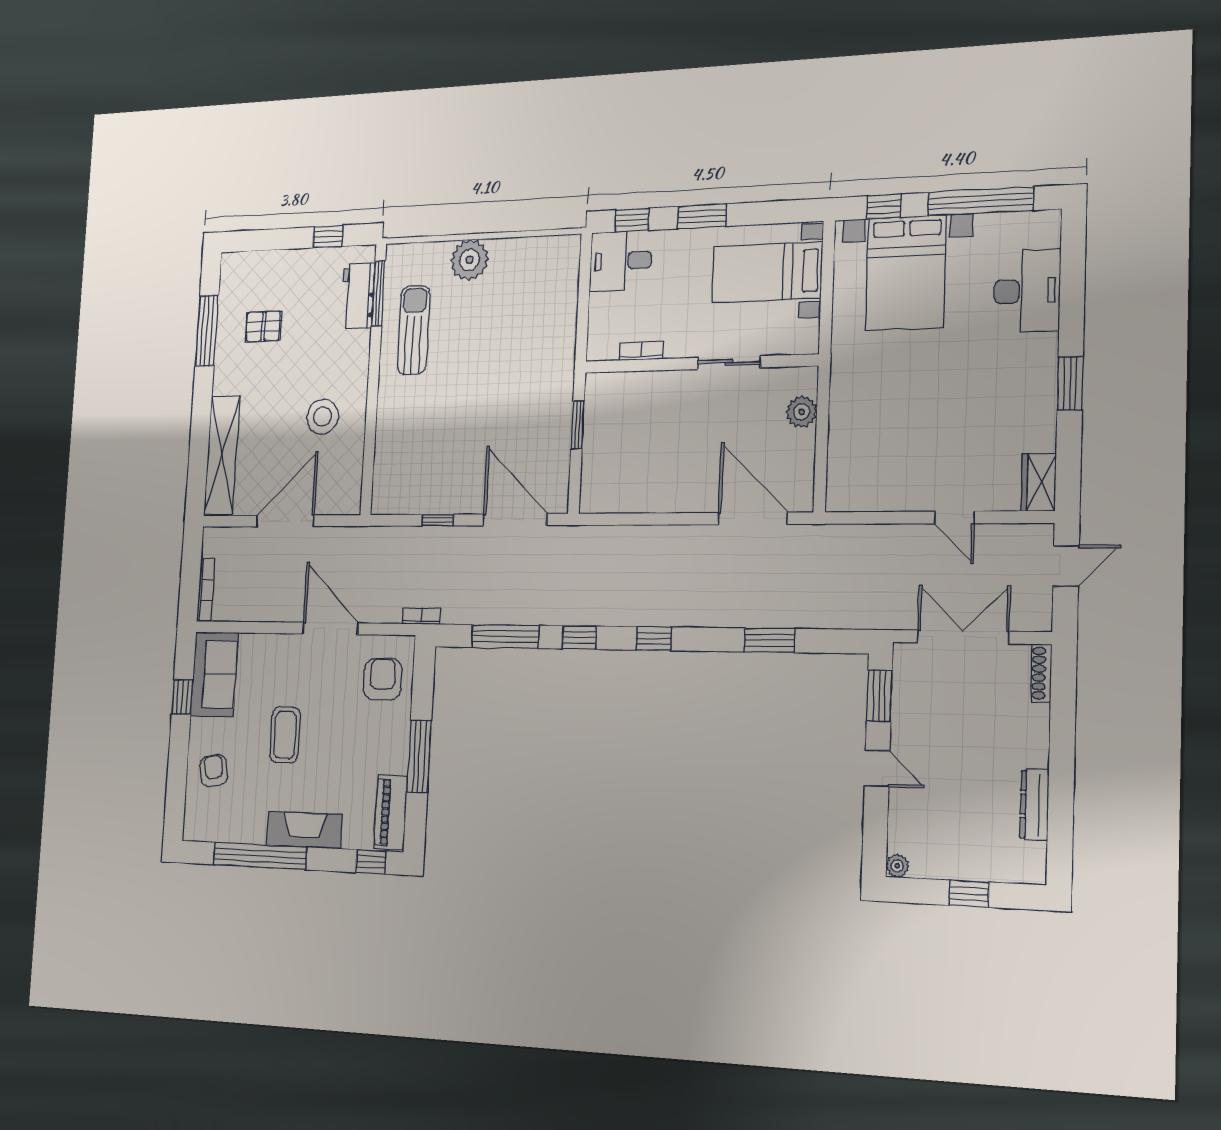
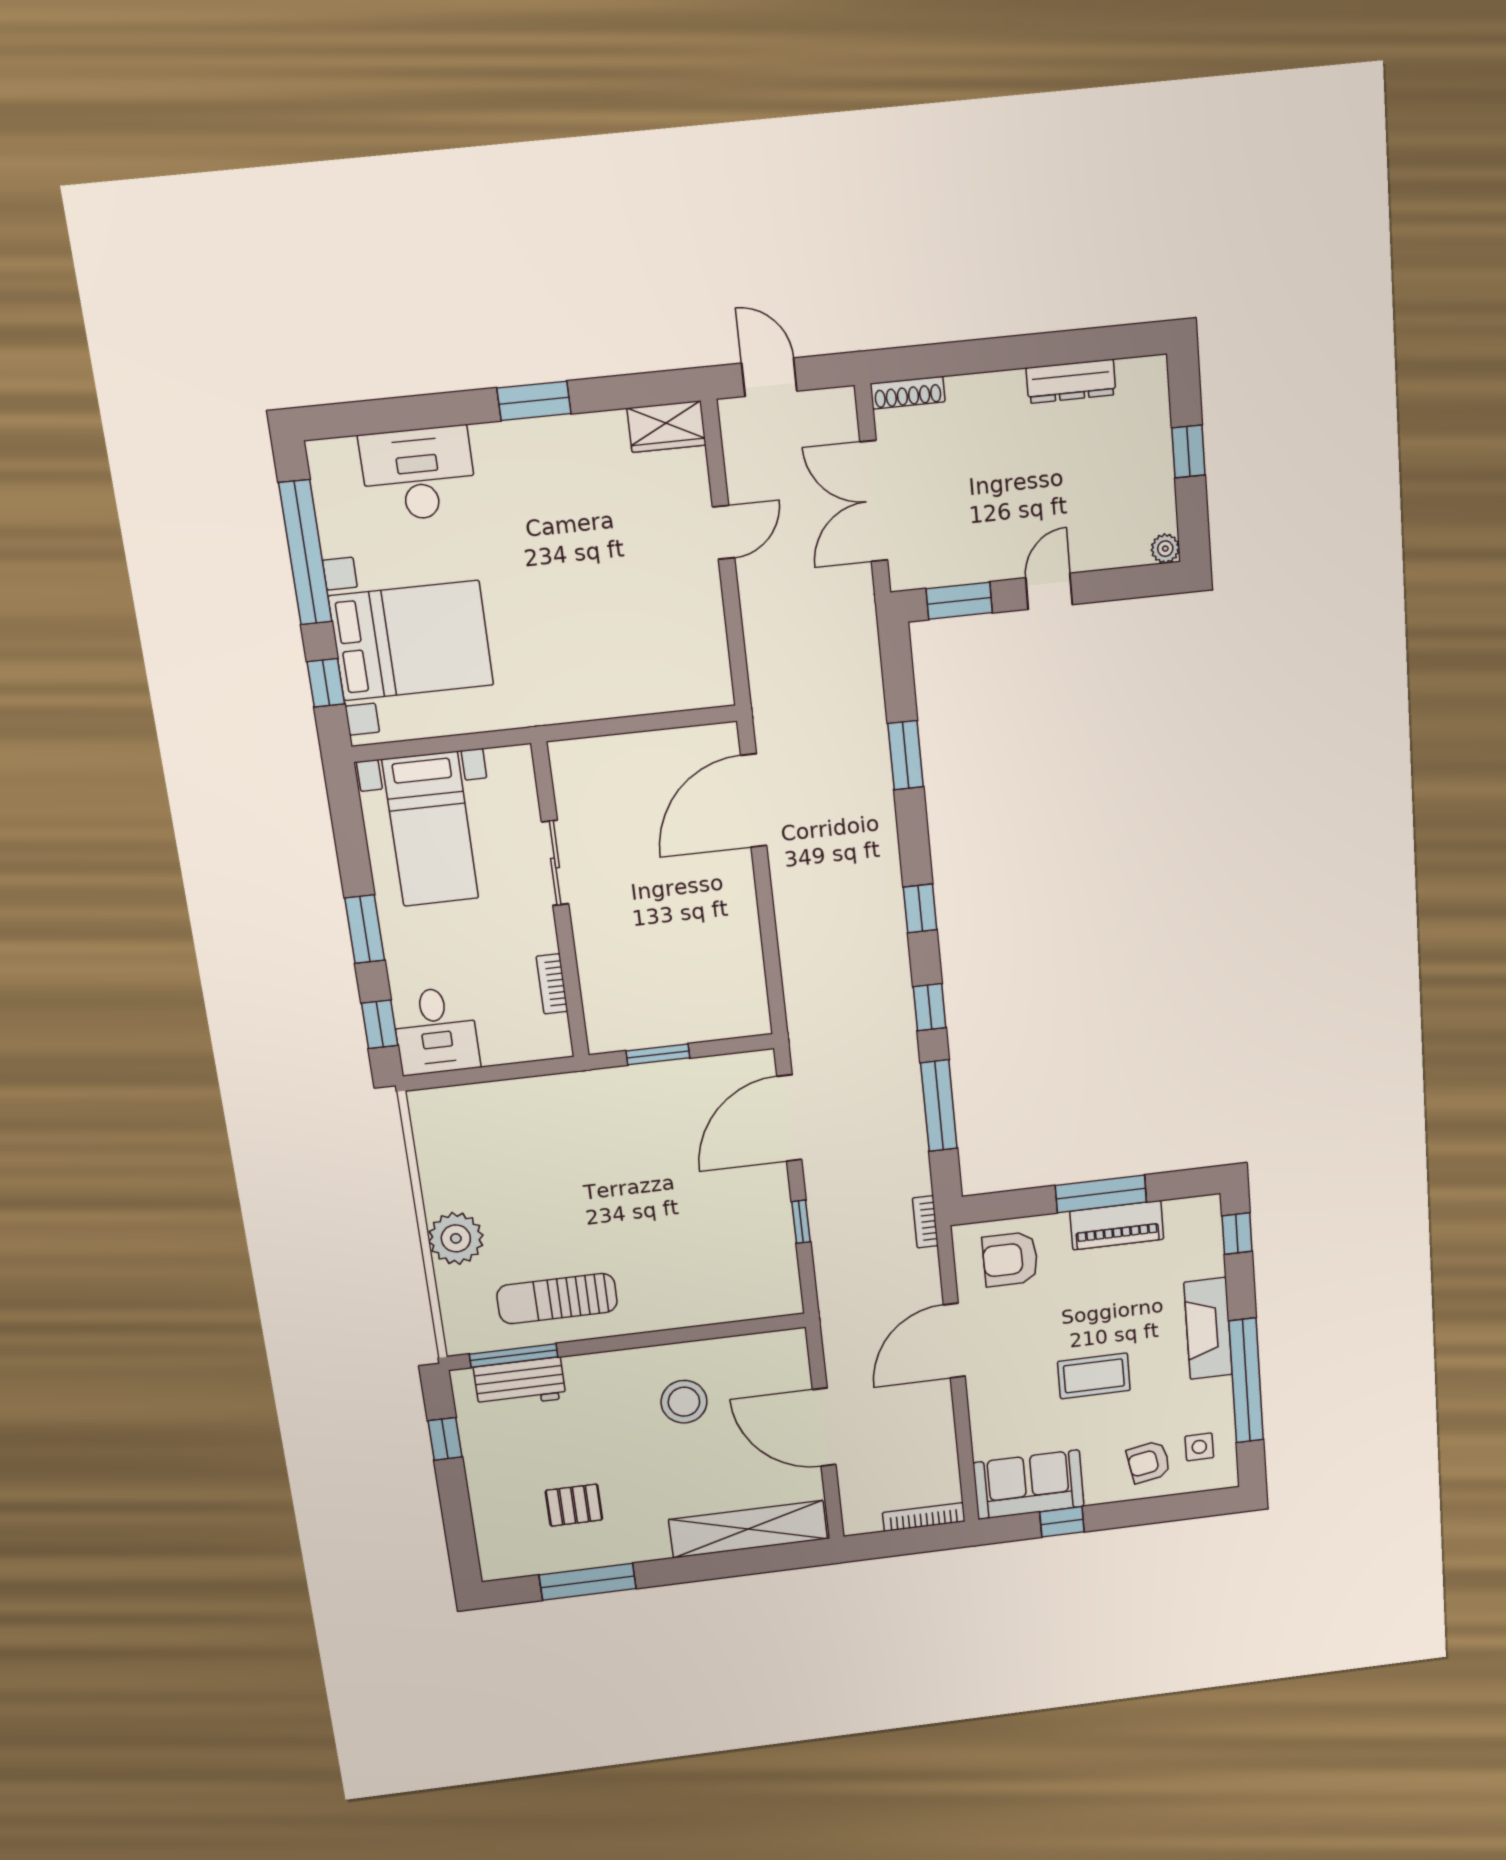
pallet: (263, 326) -> (574, 1505), turned 90
plant: (802, 412) -> (609, 755), removed
side table: (217, 812) -> (1199, 1447), added
piano: (391, 812) -> (1117, 1225), moved

